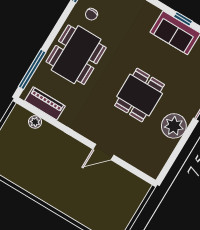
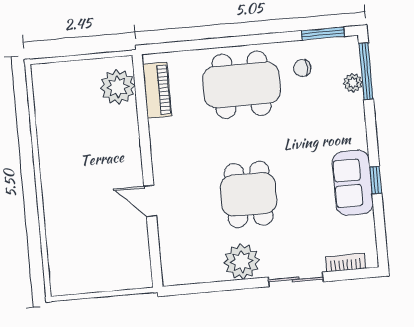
window: (32, 69) -> (186, 46), removed
dining table: (140, 95) -> (249, 194), turned 90
plant: (35, 122) -> (118, 87), width x1.87, depth x1.87

